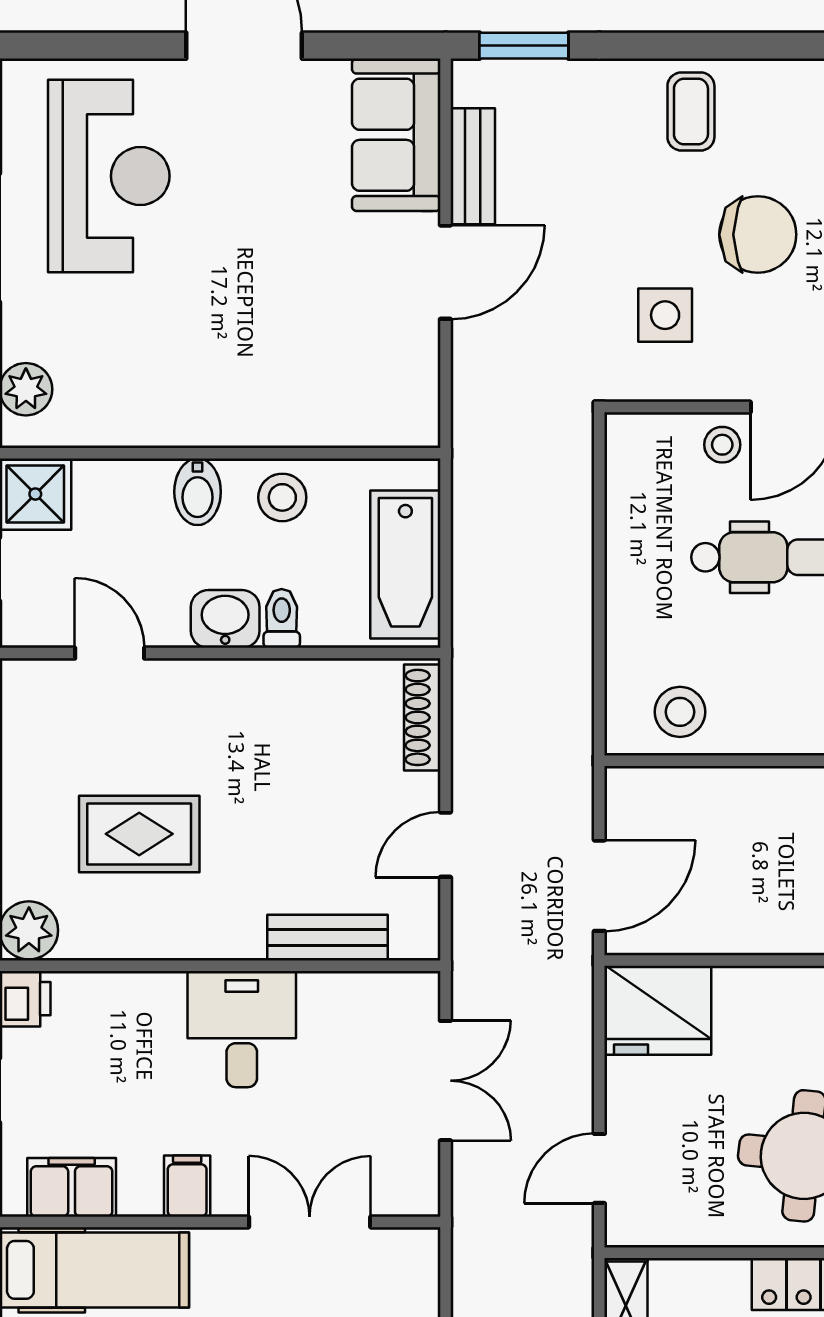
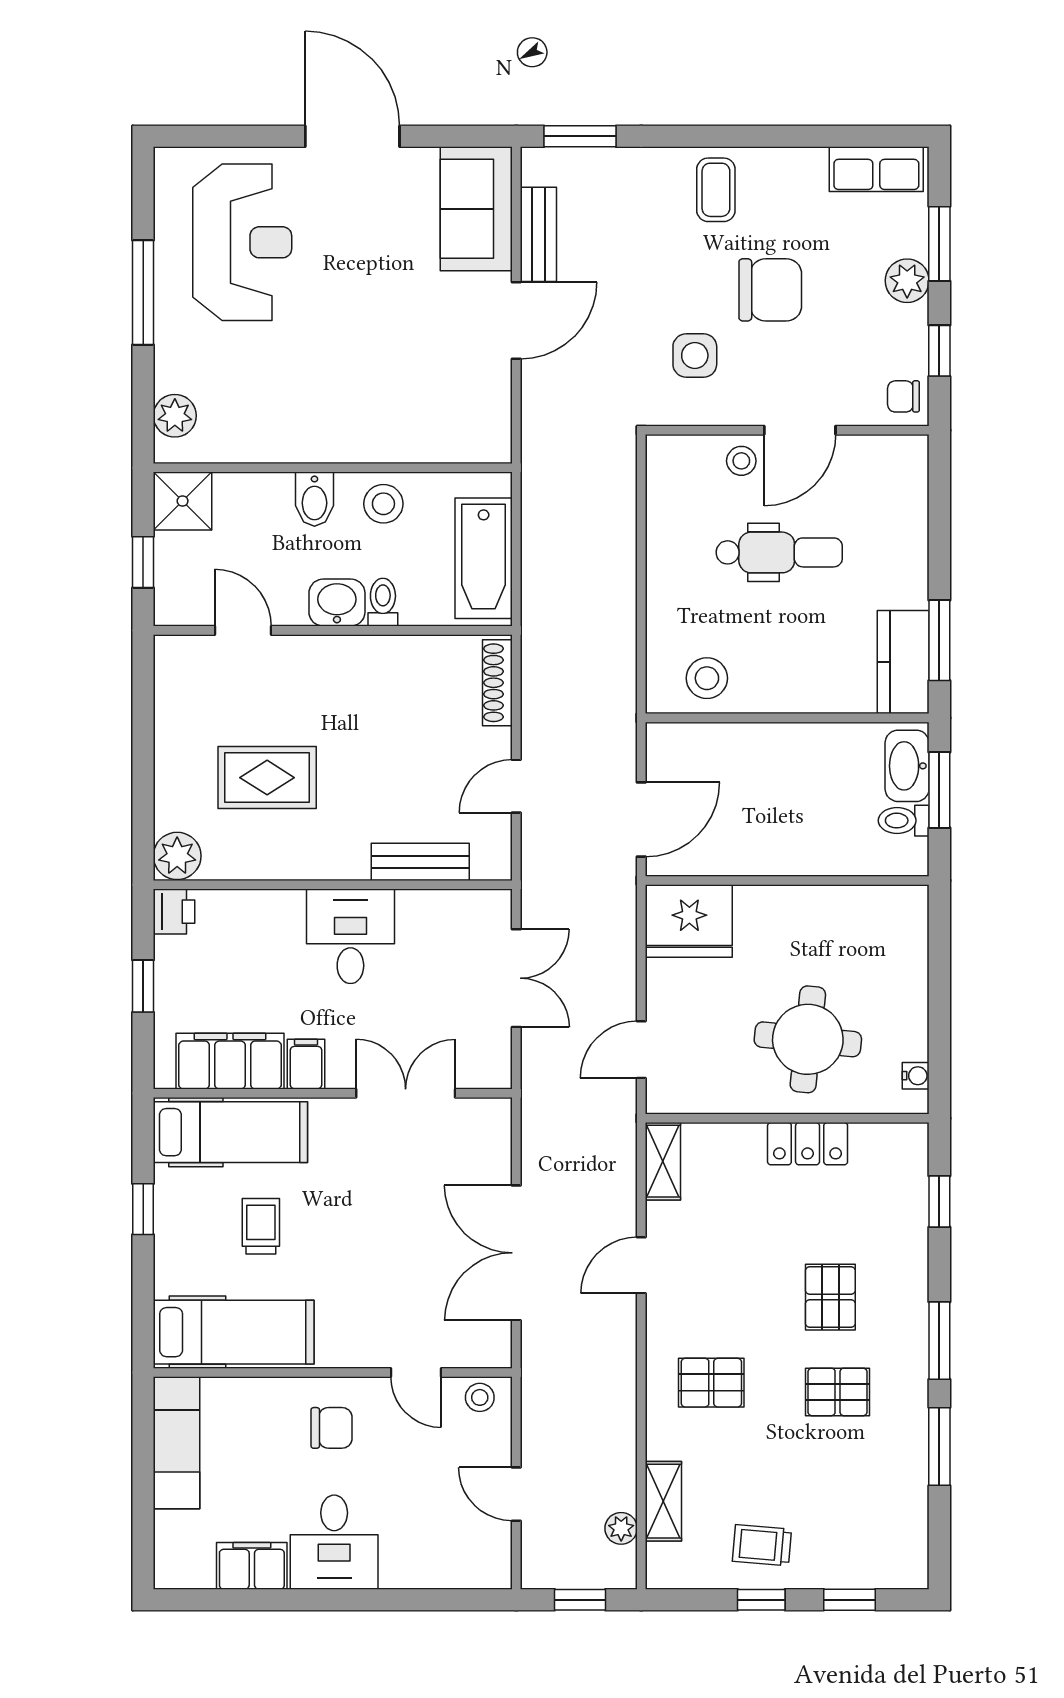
filing cabinet: (72, 1187) -> (230, 1061), width x1.50, depth x1.17

